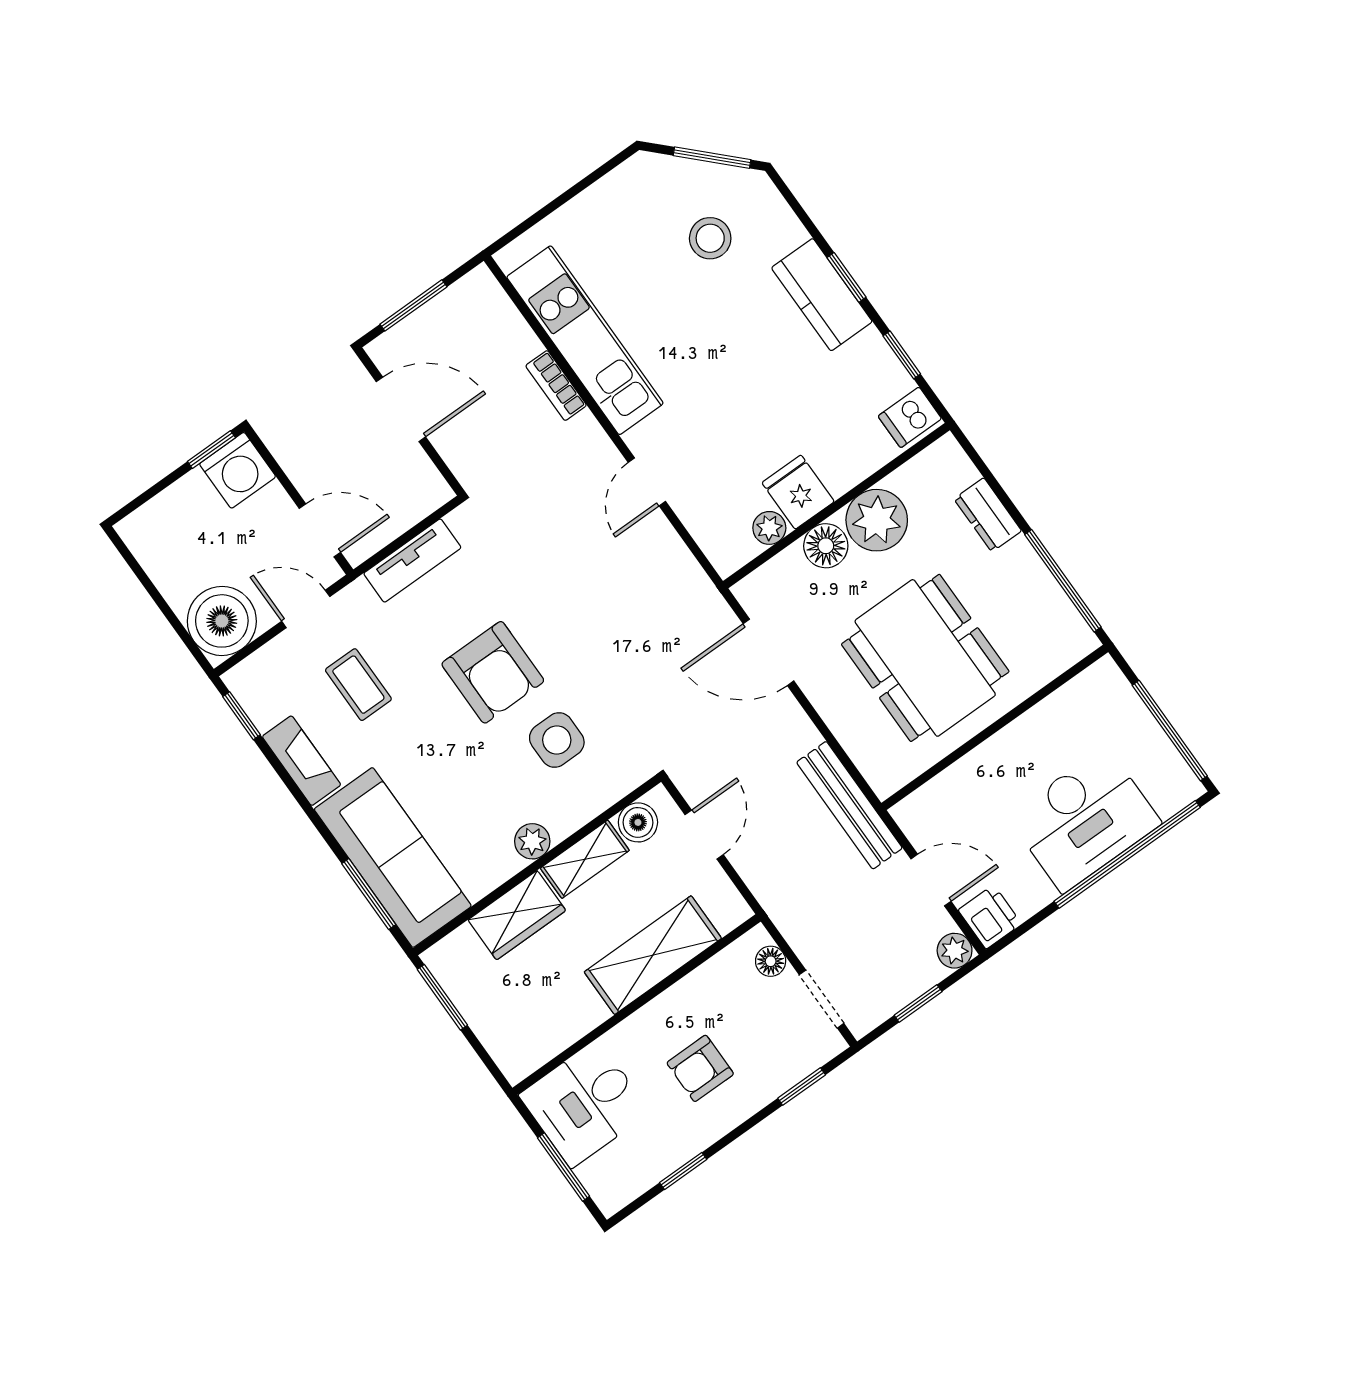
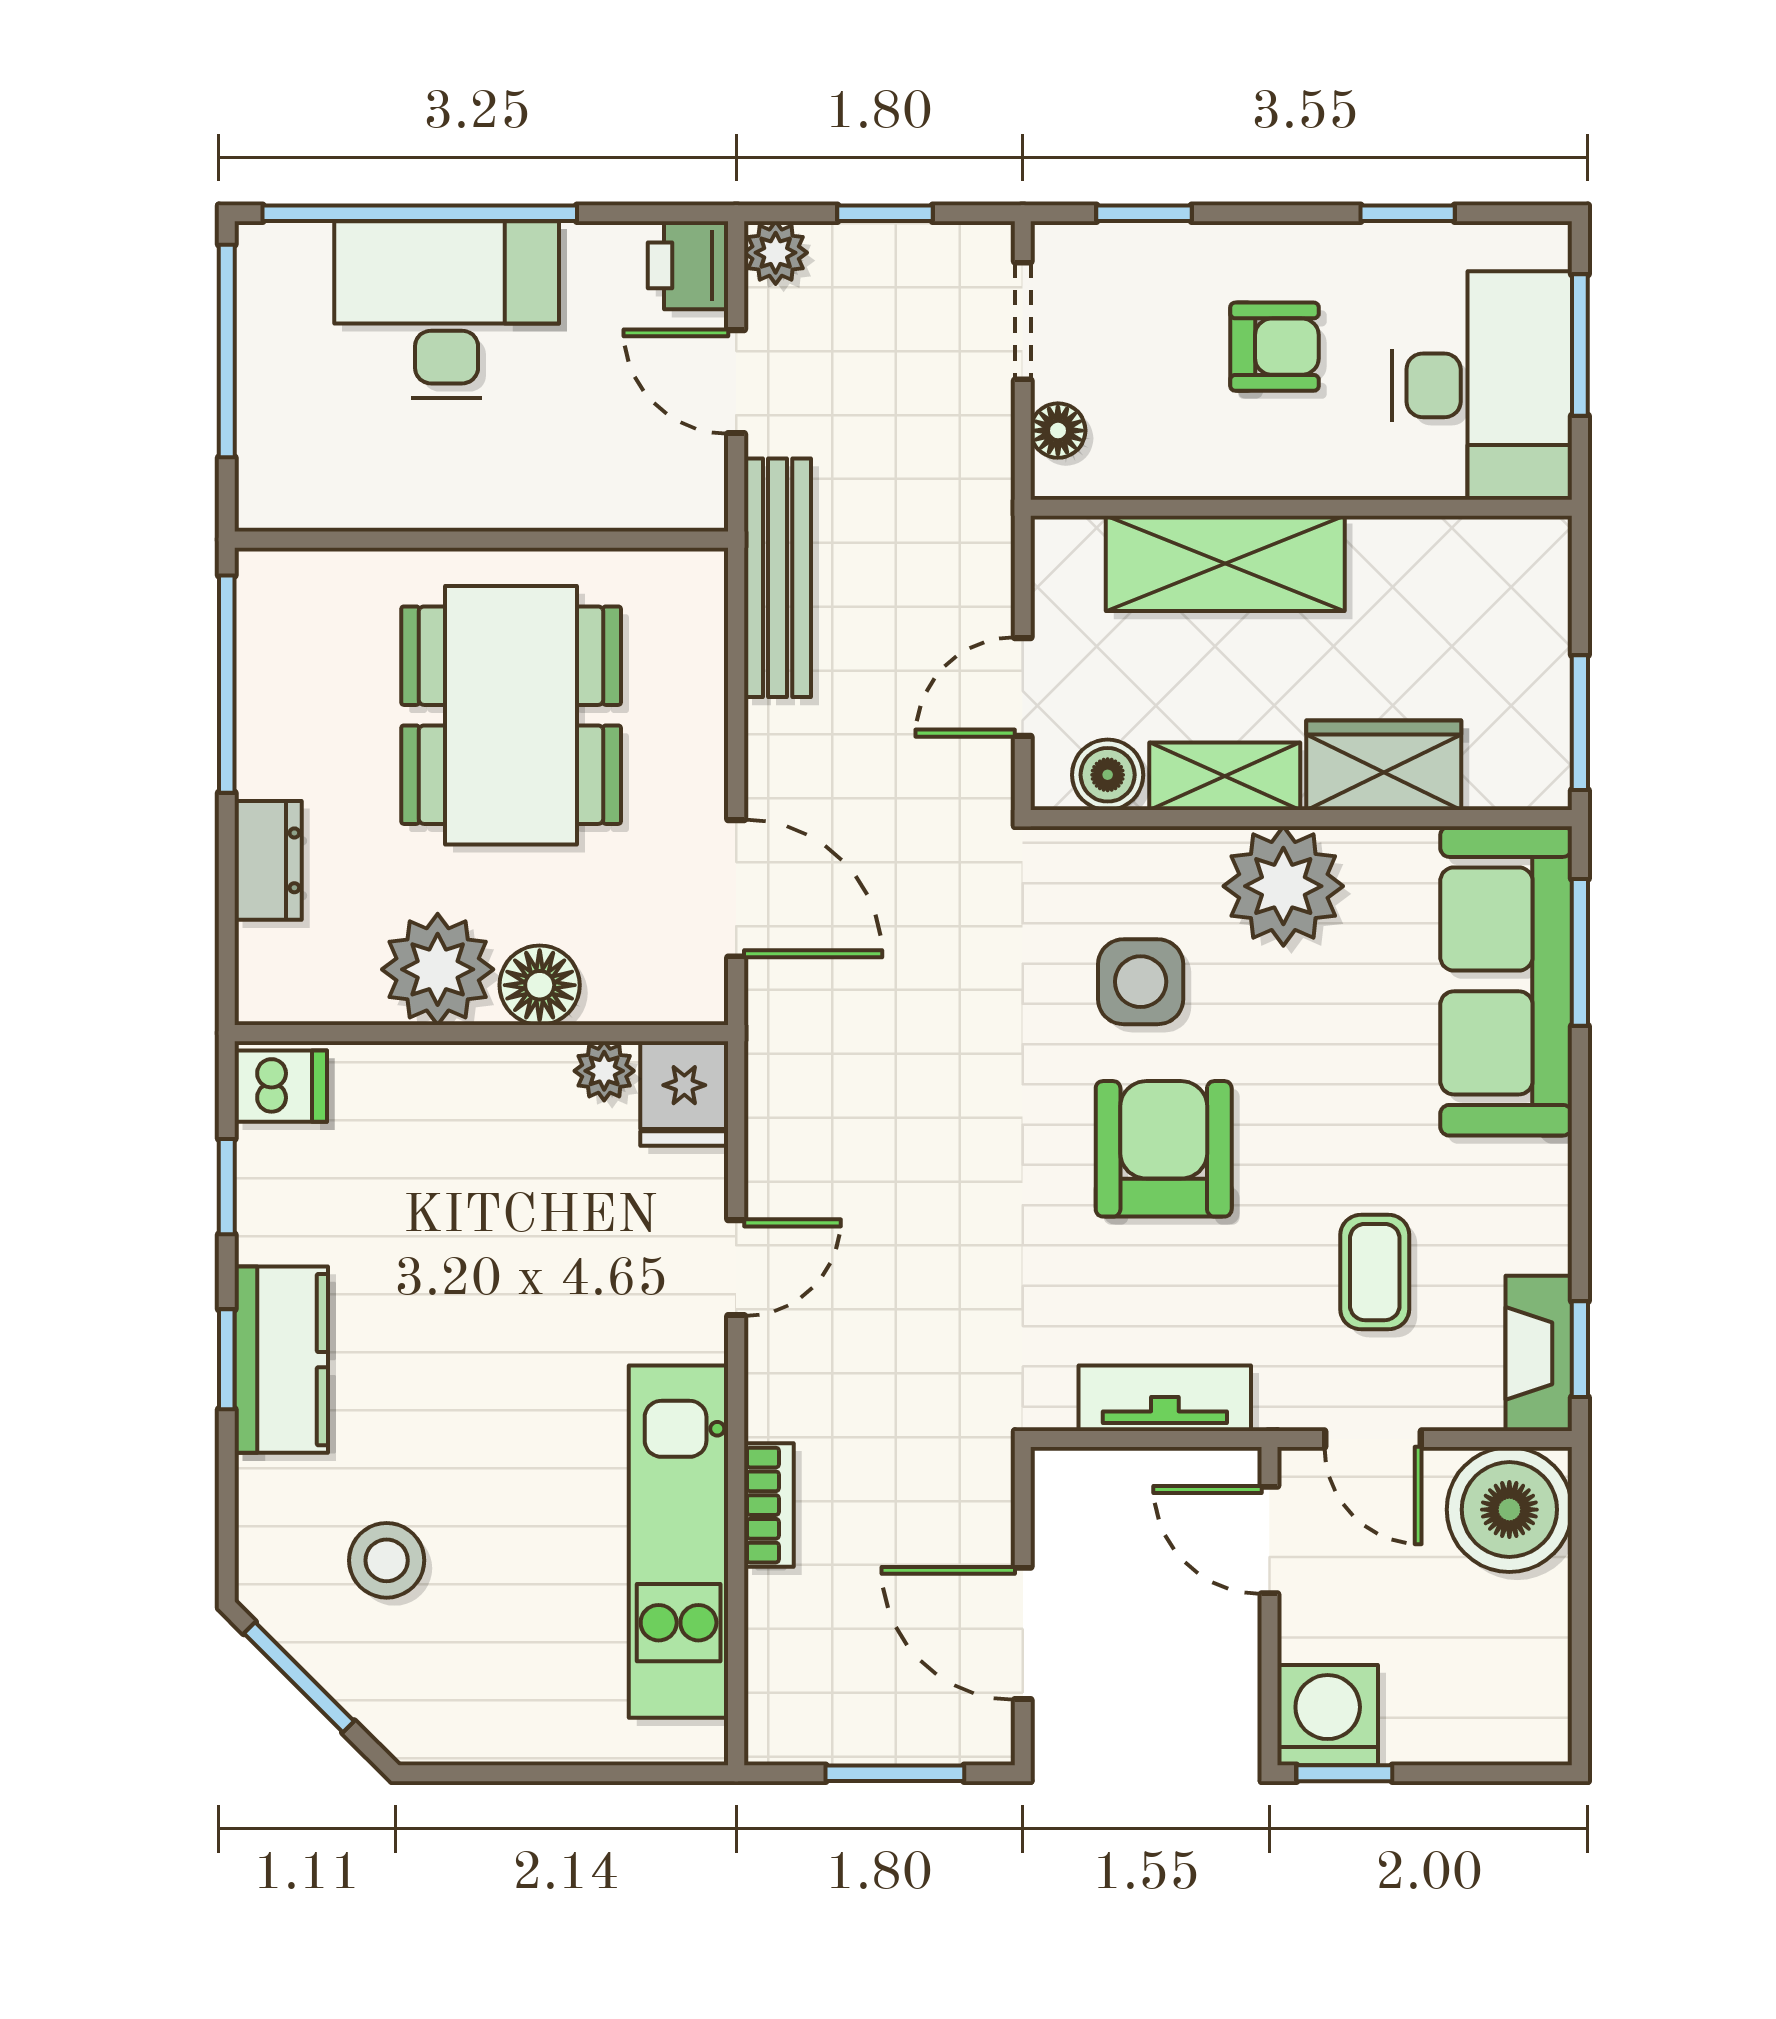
fridge: (798, 492) -> (684, 1093), moved
fireplace: (302, 761) -> (1539, 1353), moved
plant: (532, 841) -> (1283, 886), width x1.87, depth x1.87
desk: (585, 1104) -> (1482, 385), width x1.37

